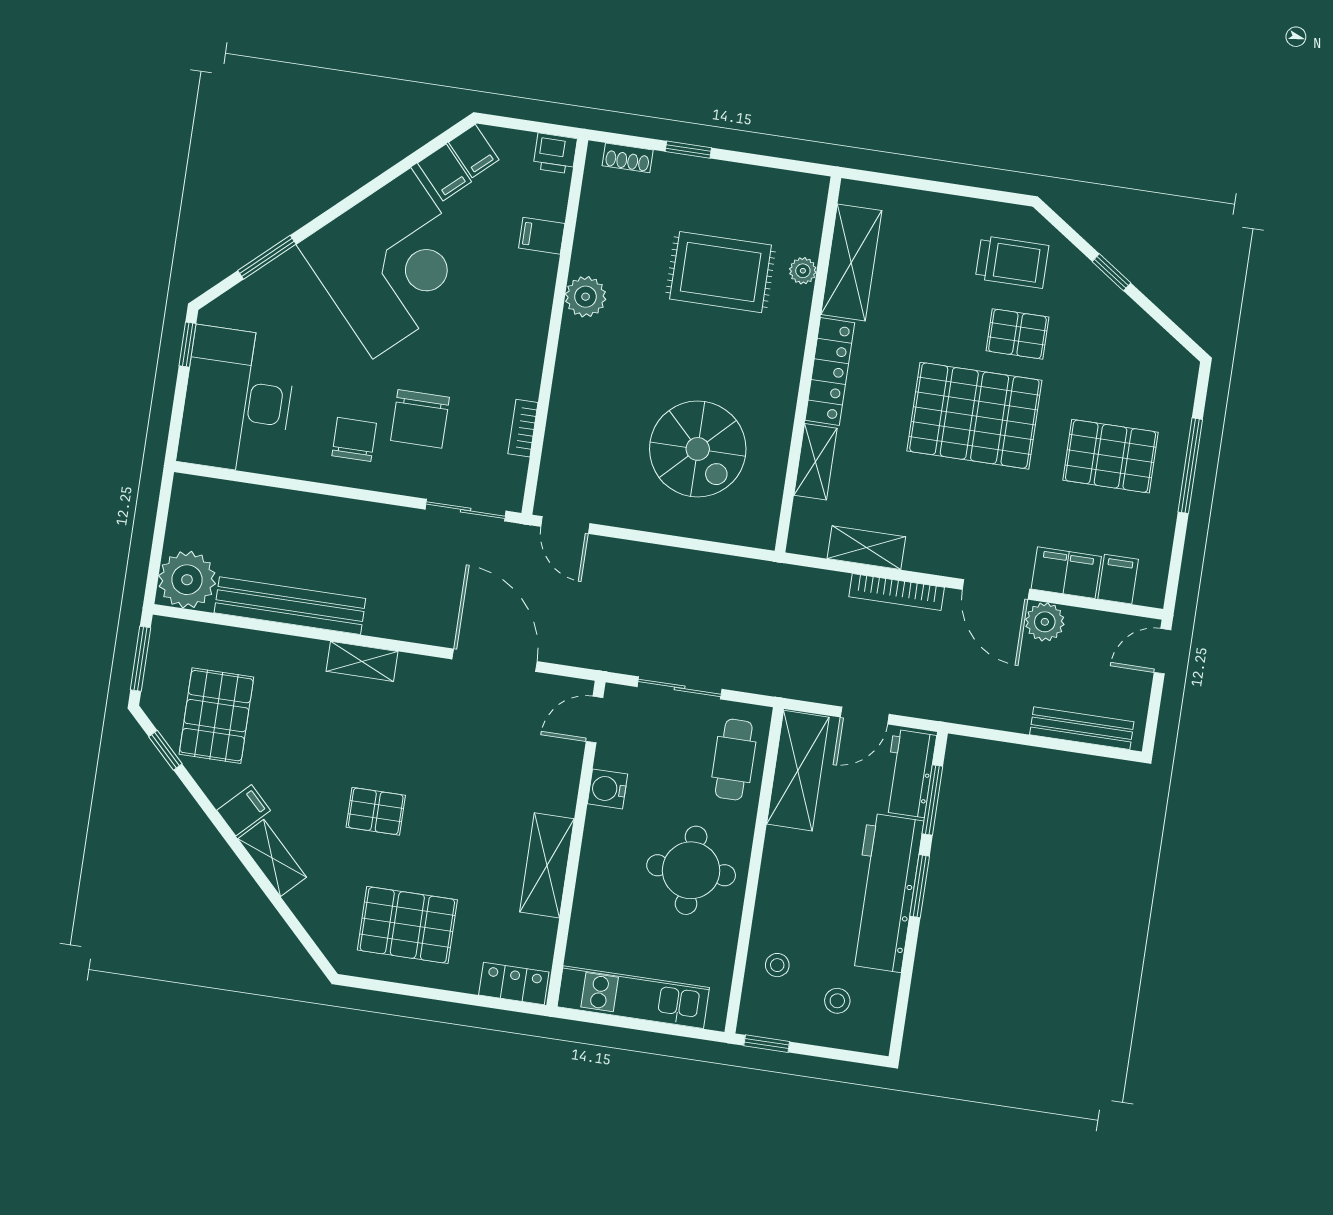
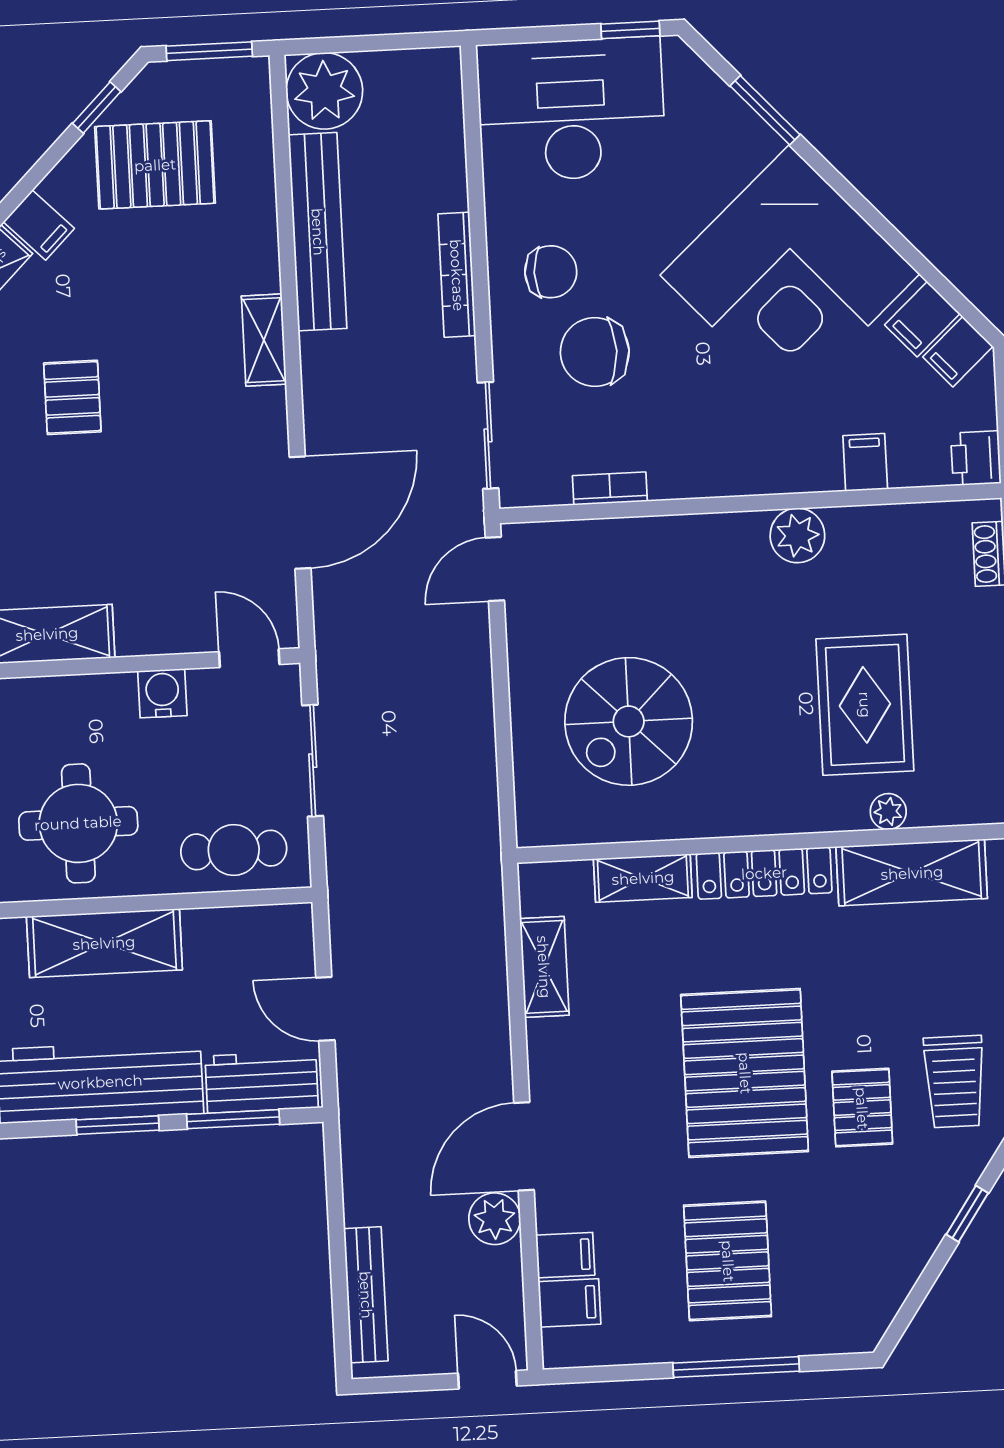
filing cabinet: (1066, 573) -> (565, 1255), width x0.50
bookcase: (897, 592) -> (457, 275), moved
shelving: (798, 771) -> (104, 943), moved

